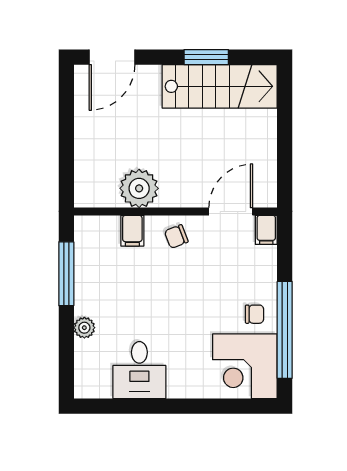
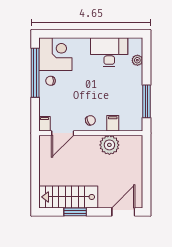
plant: (84, 328) -> (137, 60), moved
desk: (139, 370) -> (109, 52), width x1.37

